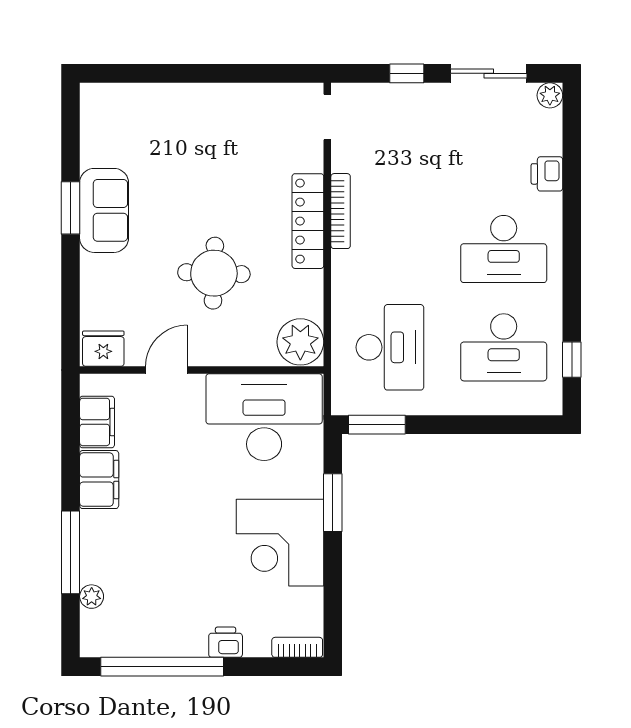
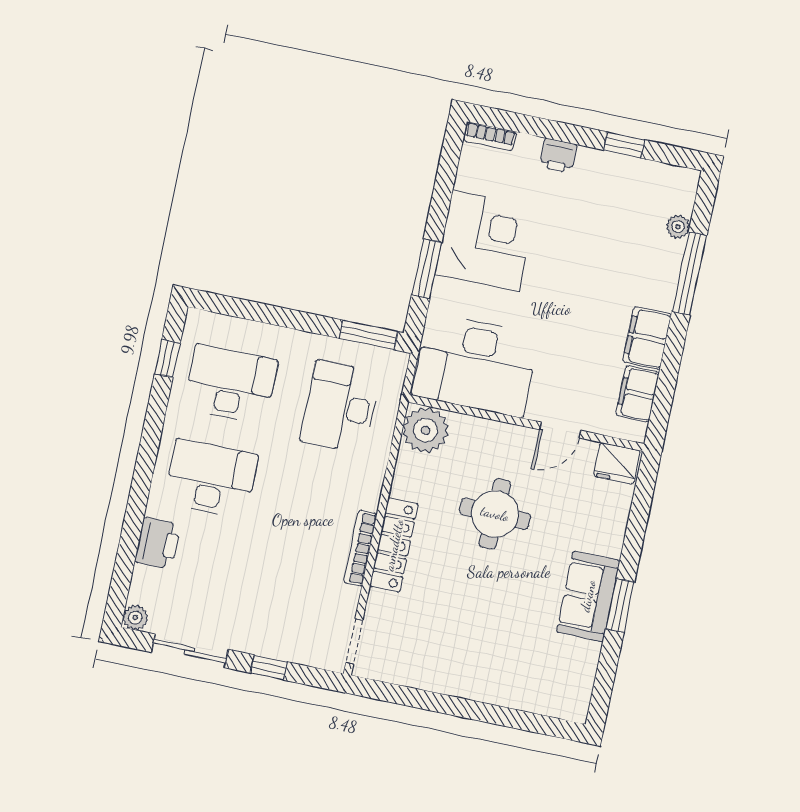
printer: (547, 174) -> (158, 543), width x1.36, depth x1.24
window: (162, 667) -> (624, 145), width x0.32

